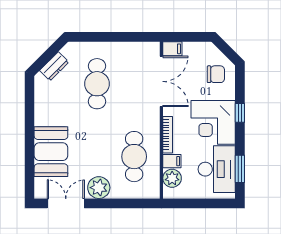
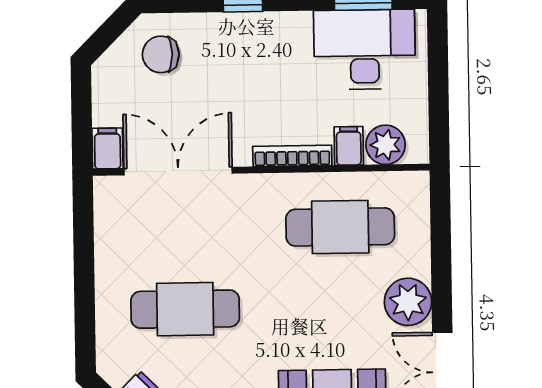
chair: (216, 74) -> (161, 54), turned -90
corner desk: (213, 122) -> (264, 59), removed

